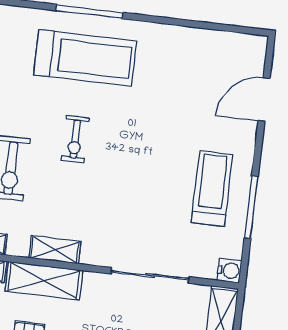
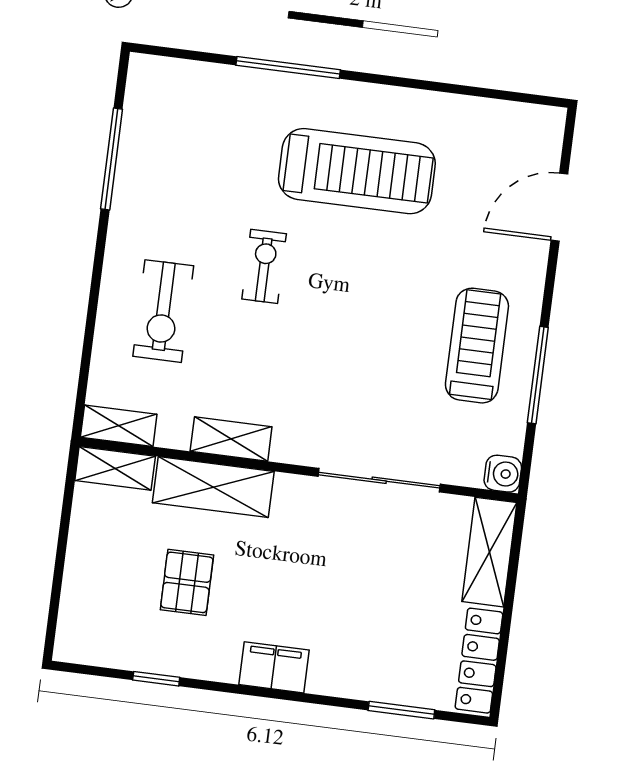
treadmill: (85, 58) -> (357, 171), moved
exercise bike: (75, 139) -> (264, 266), turned 180

